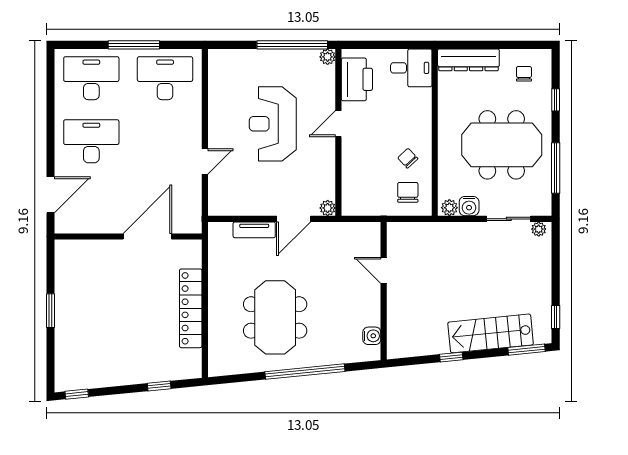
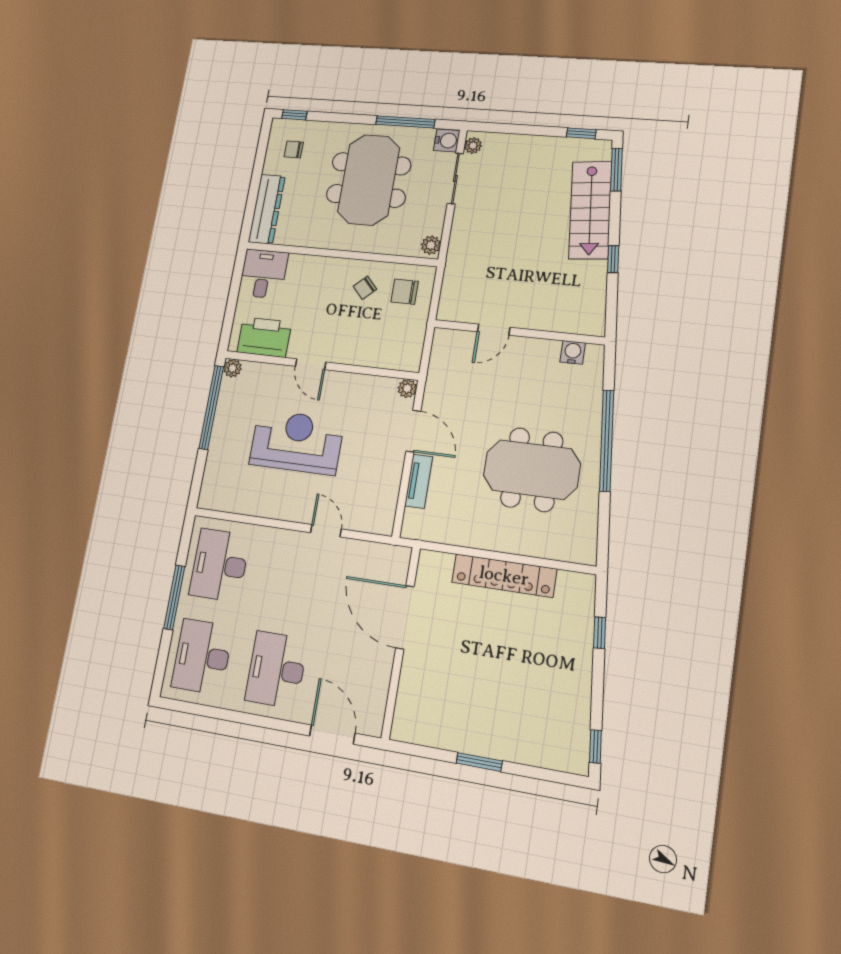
window: (556, 100) -> (294, 115), moved
reception desk: (273, 124) -> (297, 442), turned 180
water cooler: (469, 206) -> (447, 140), moved

